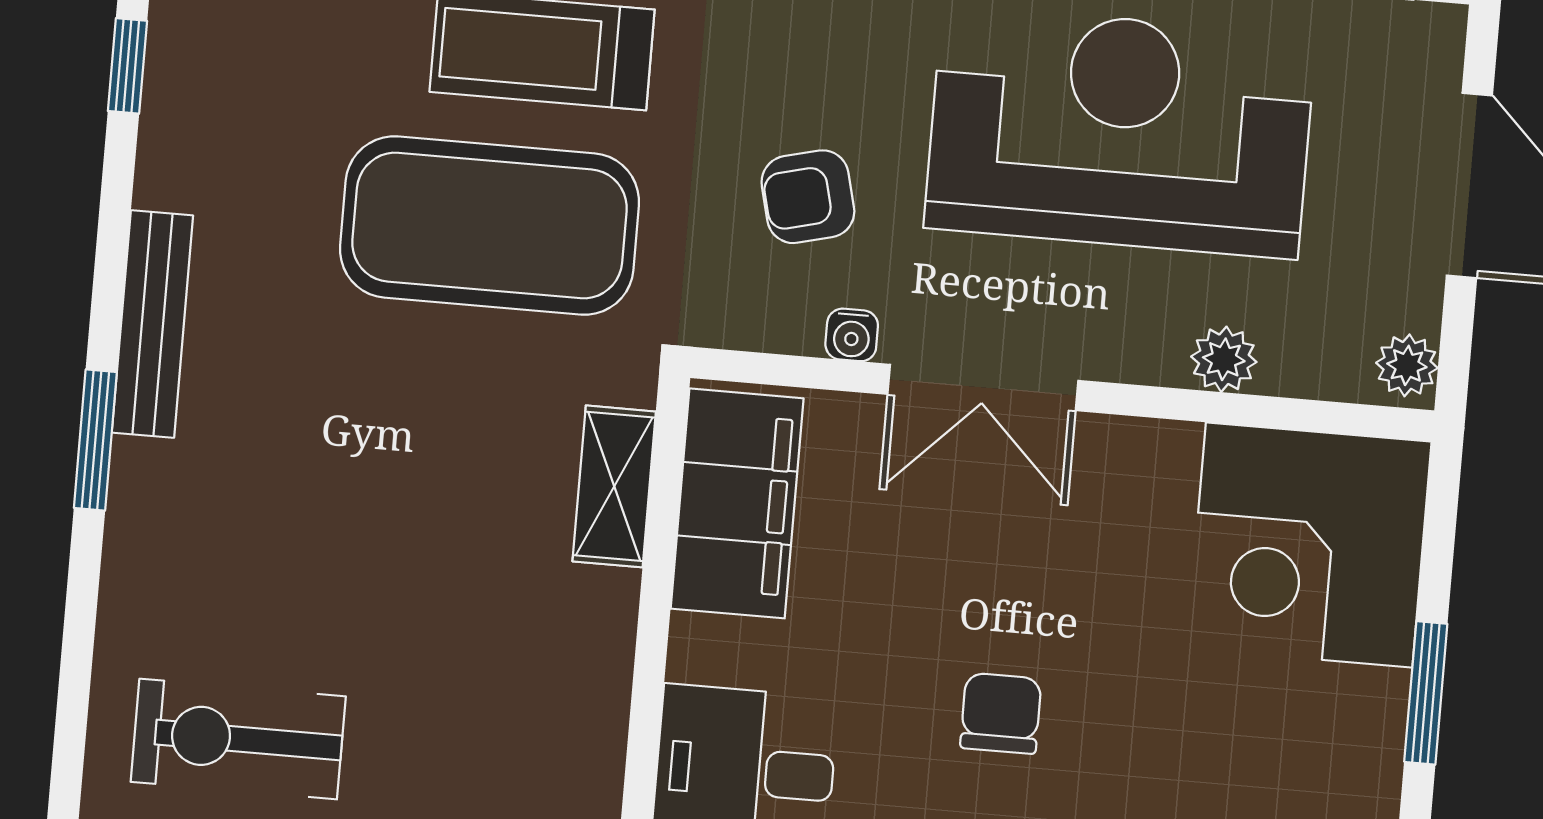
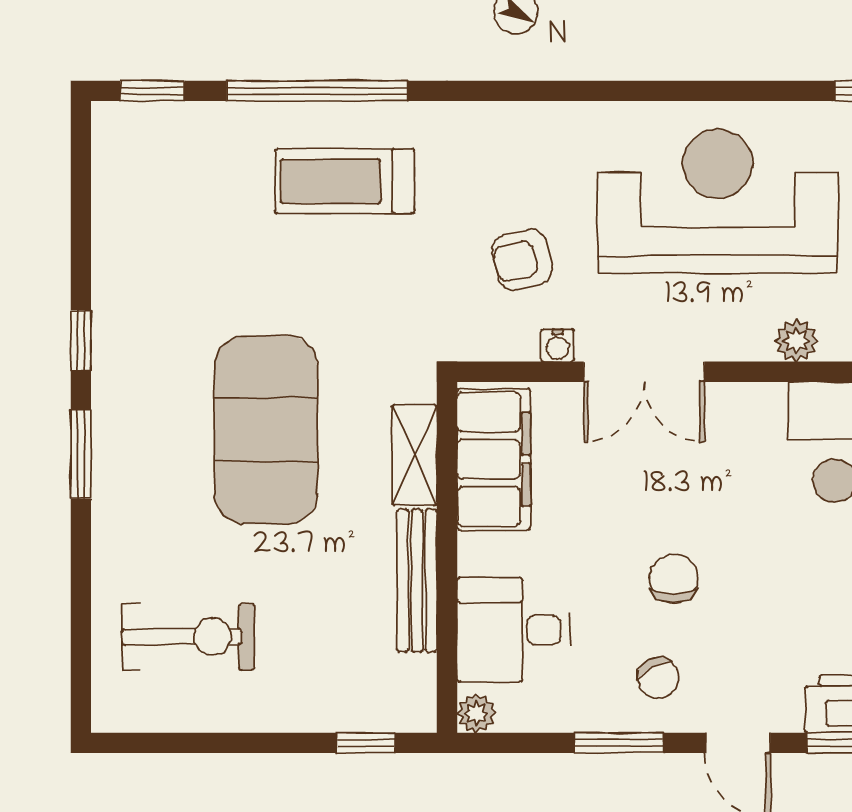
window: (127, 66) -> (81, 340), moved
exercise mat: (490, 225) -> (266, 430), moved, turned 90
bench: (152, 324) -> (417, 581), moved
exercise bike: (238, 739) -> (188, 637), turned 180

